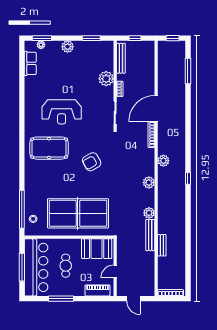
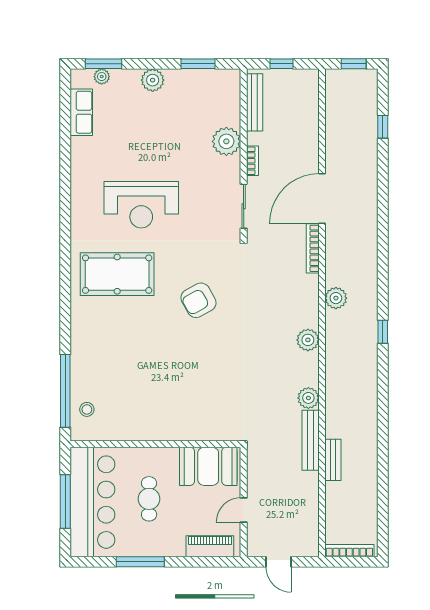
window: (188, 71) -> (383, 127), width x0.46
table tennis table: (78, 213) -> (172, 399), removed

